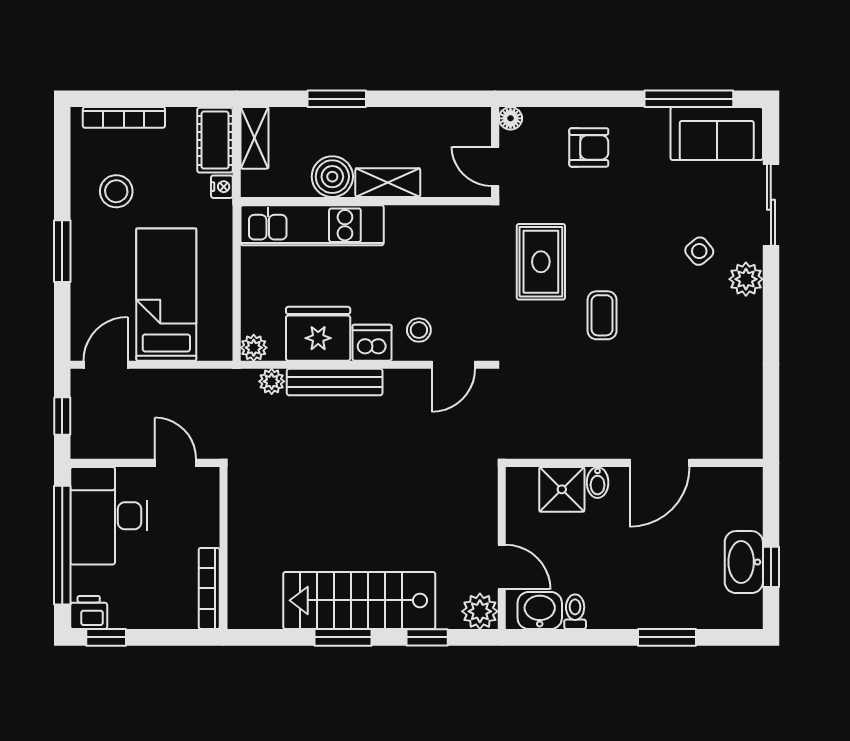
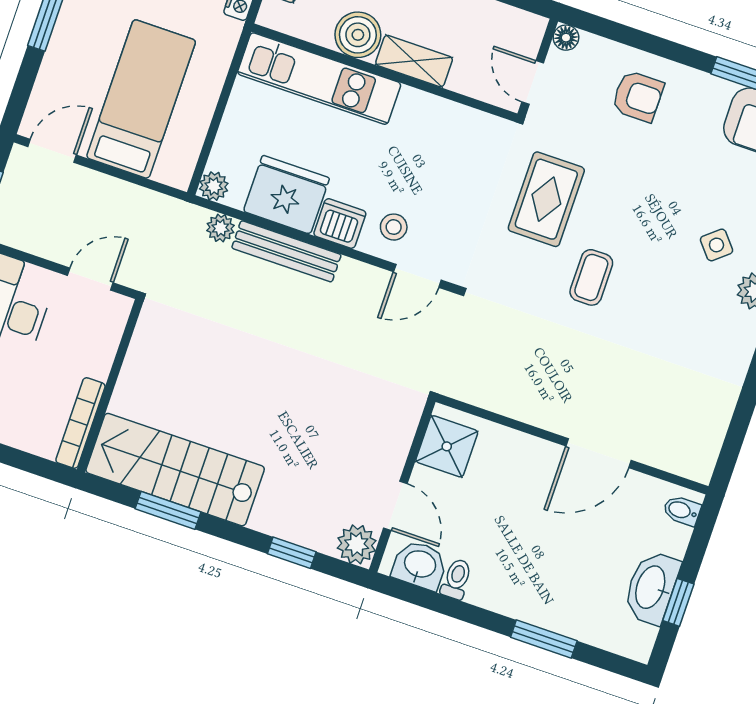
door: (176, 463) -> (90, 279), hinge flipped
bidet: (598, 482) -> (682, 511), moved, turned 90
shower: (562, 489) -> (447, 446), moved
stairs: (359, 600) -> (175, 470), moved
window: (343, 637) -> (168, 510), moved

